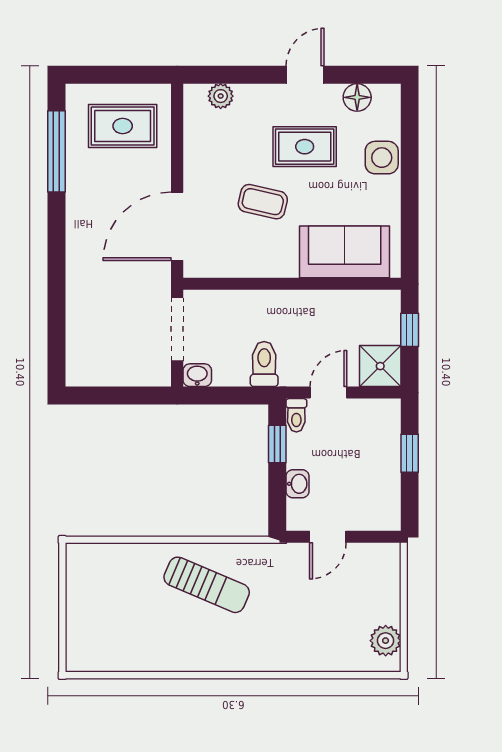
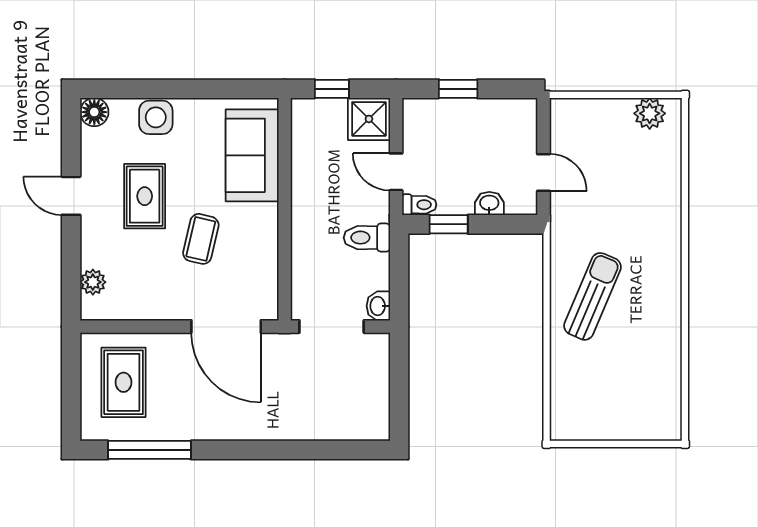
floor lamp: (357, 97) -> (94, 112), moved

